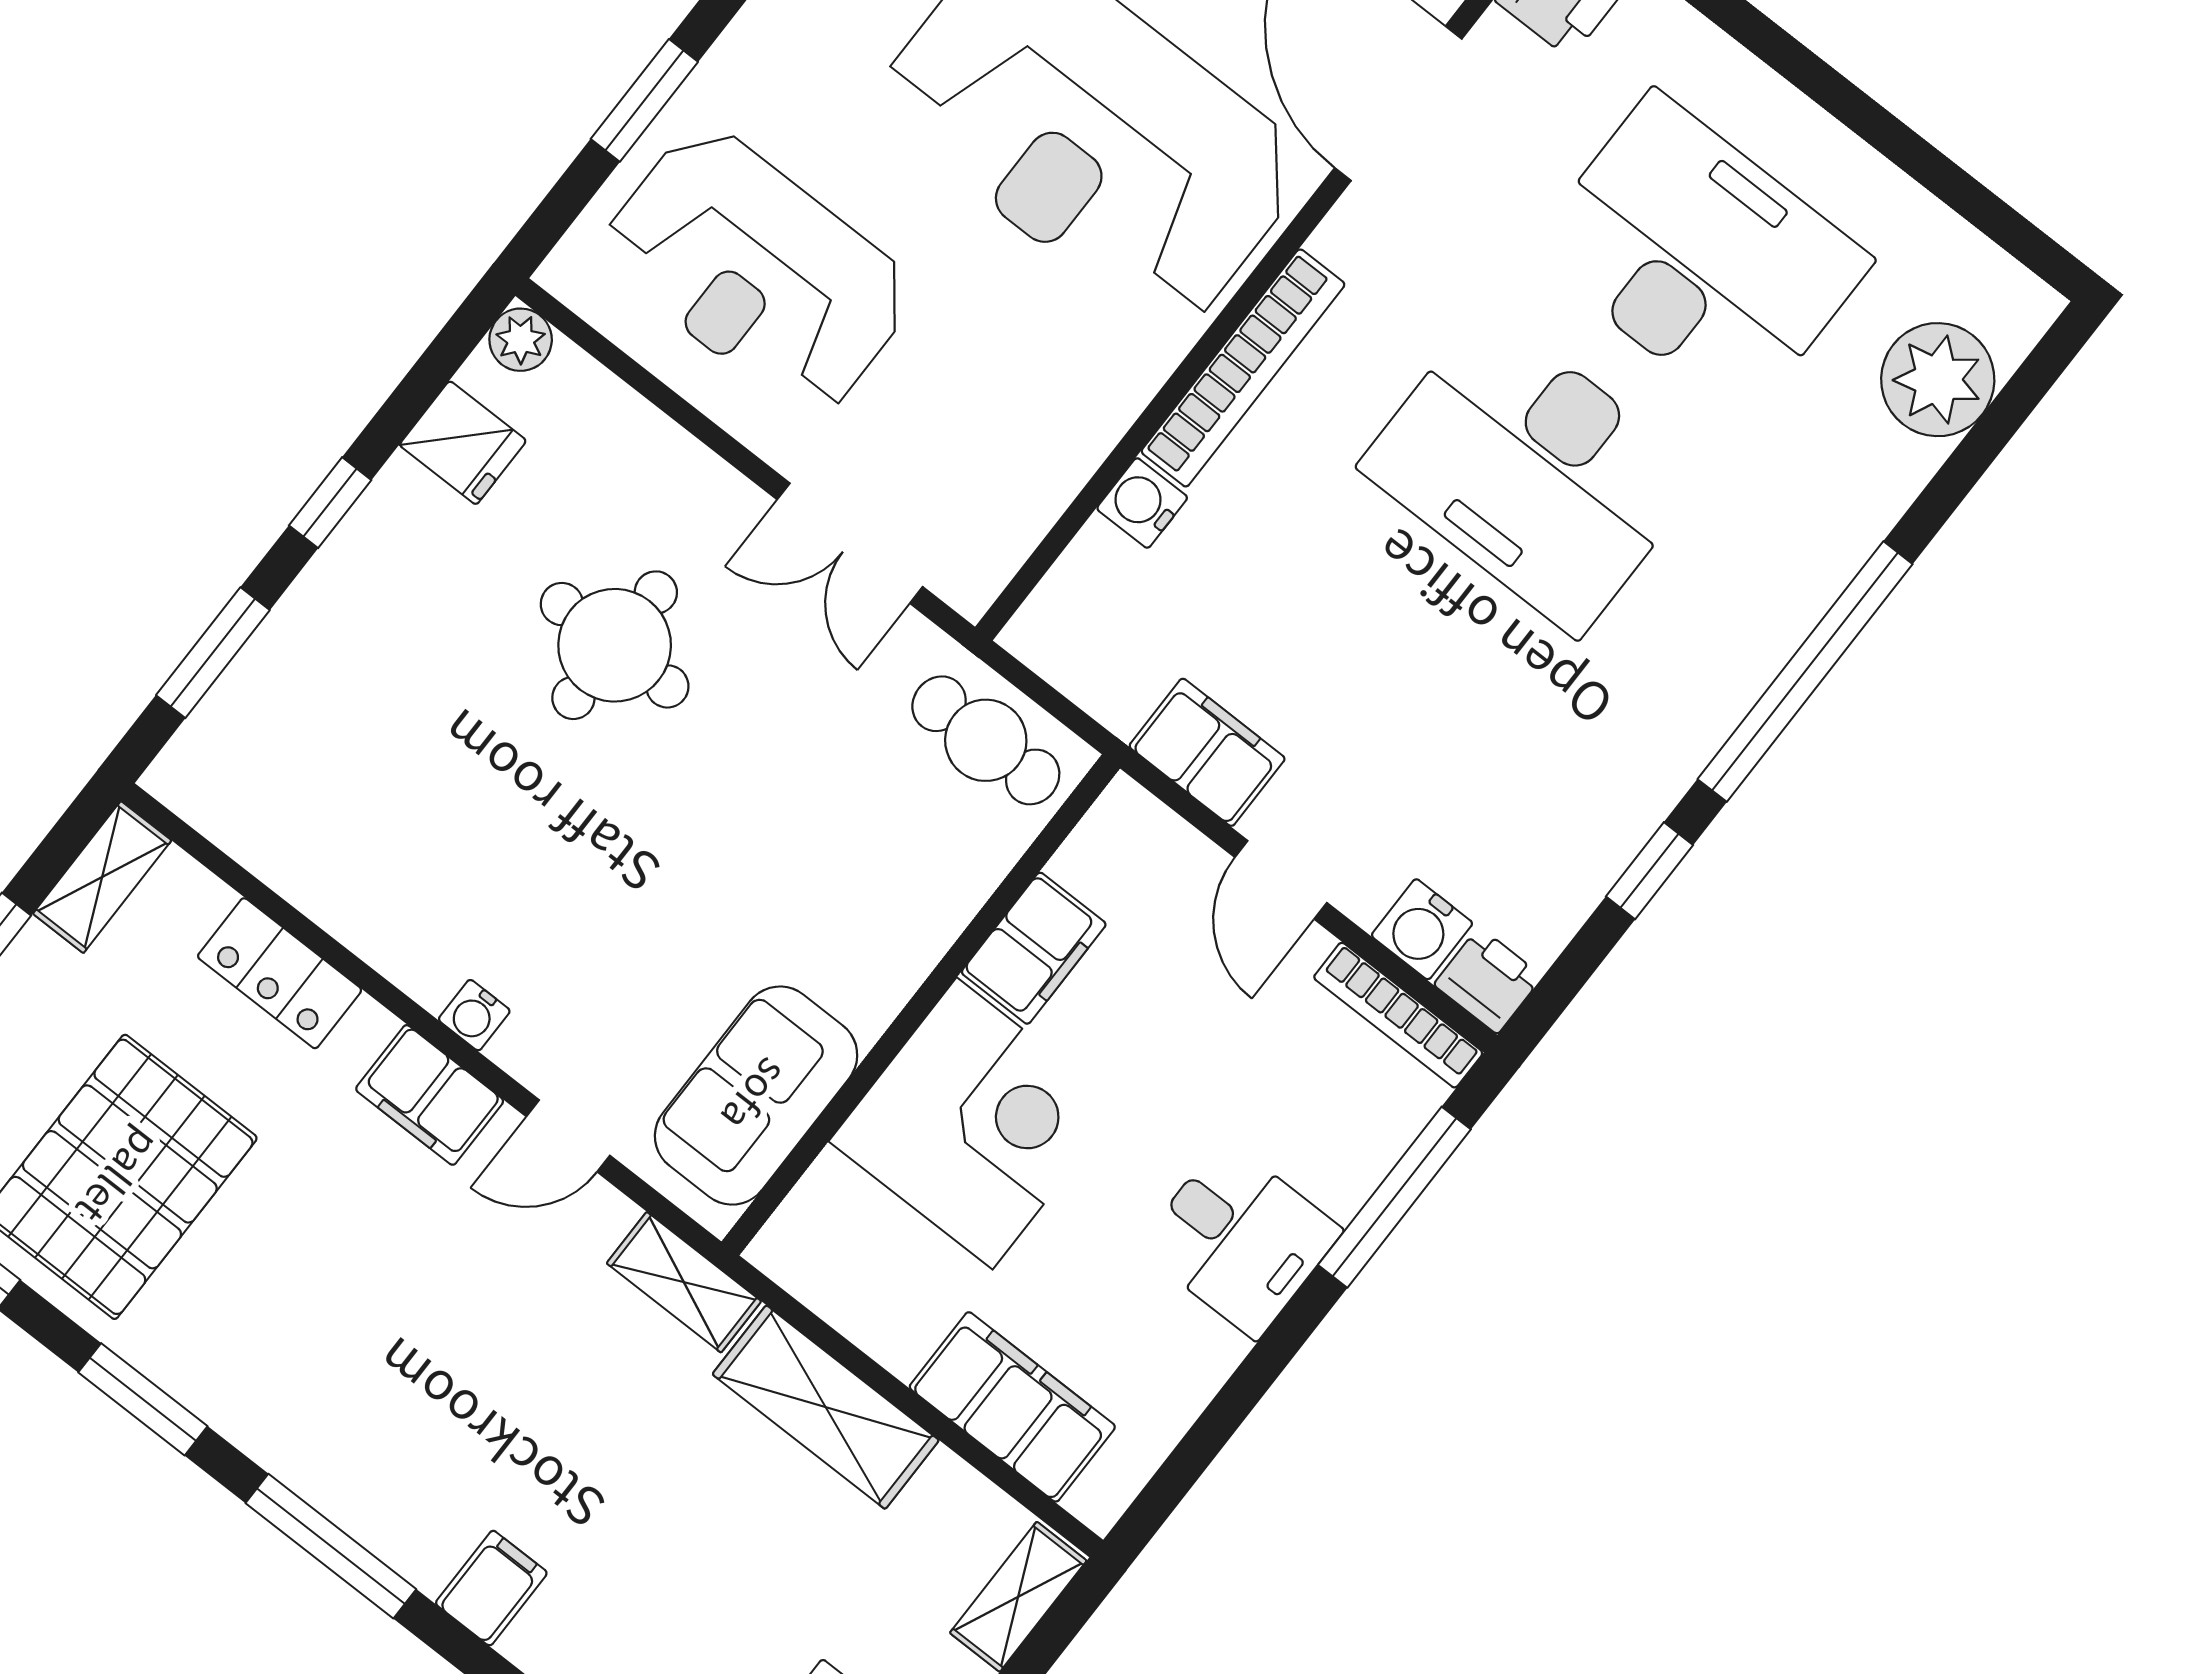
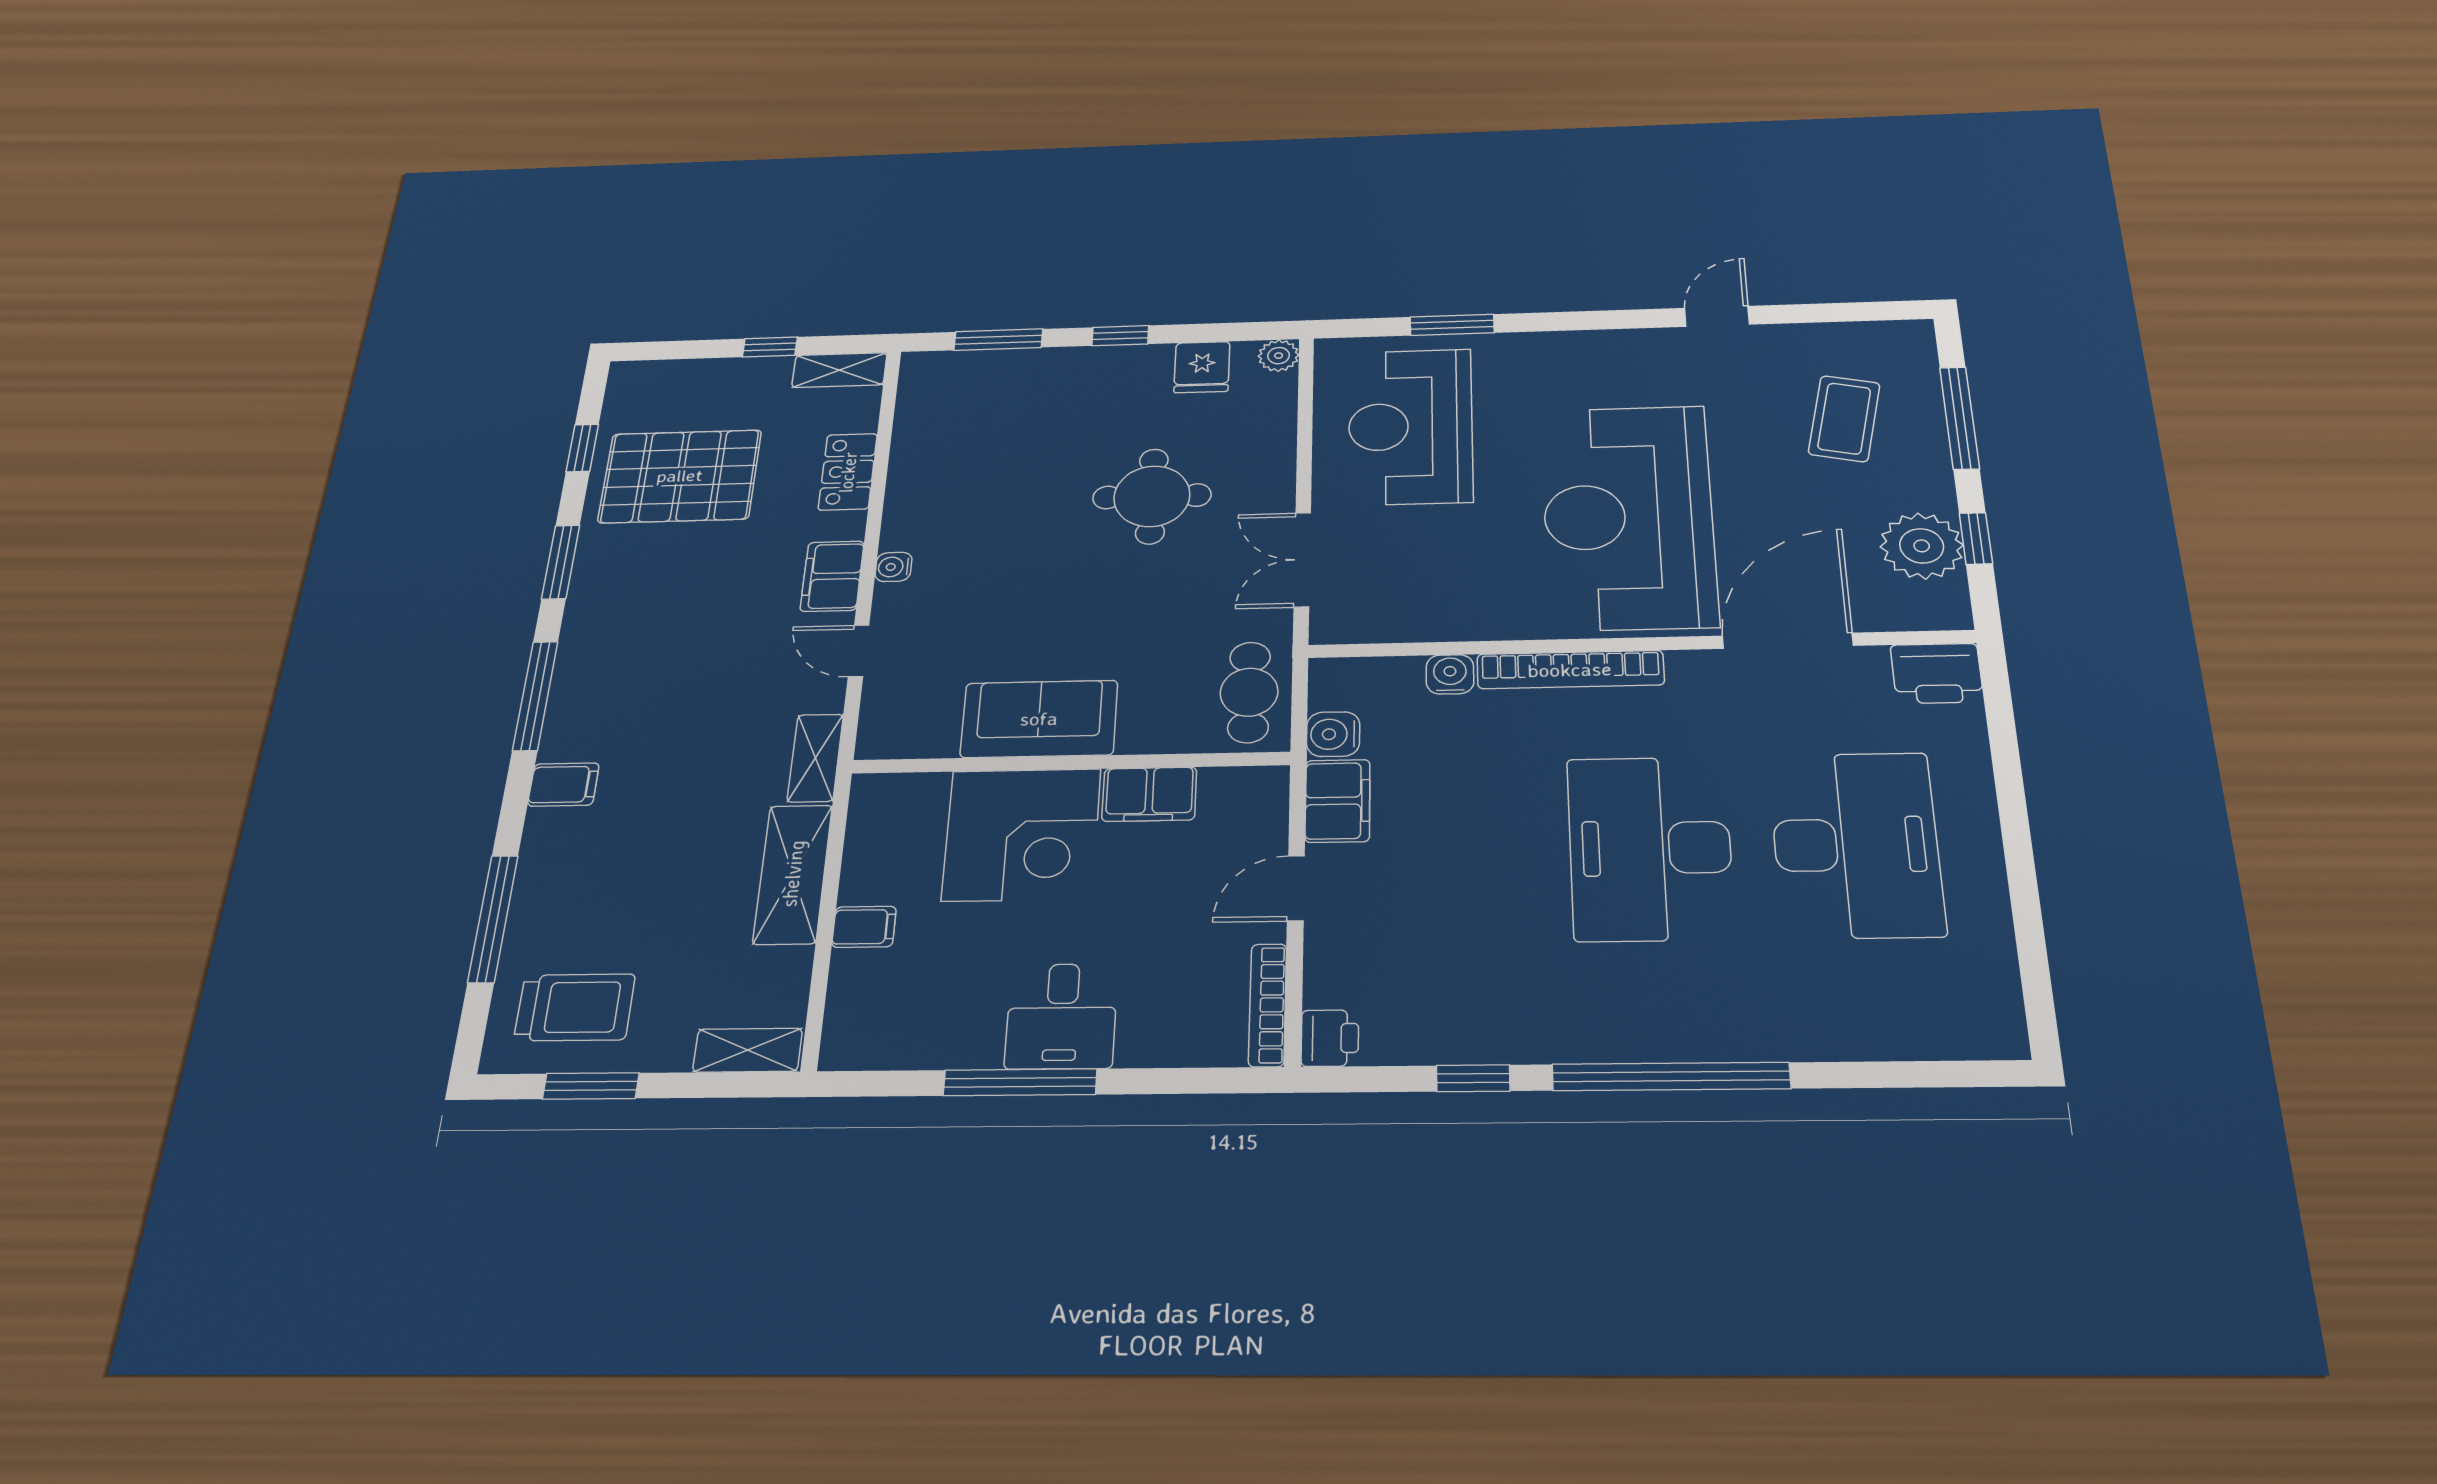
plant: (1938, 380) -> (1912, 1021), removed
water cooler: (1422, 929) -> (1333, 734), moved
sofa: (756, 1096) -> (1039, 719), moved
window: (1394, 1197) -> (1020, 1082), moved
filing cabinet: (1012, 1407) -> (864, 927), width x0.33, depth x0.86

